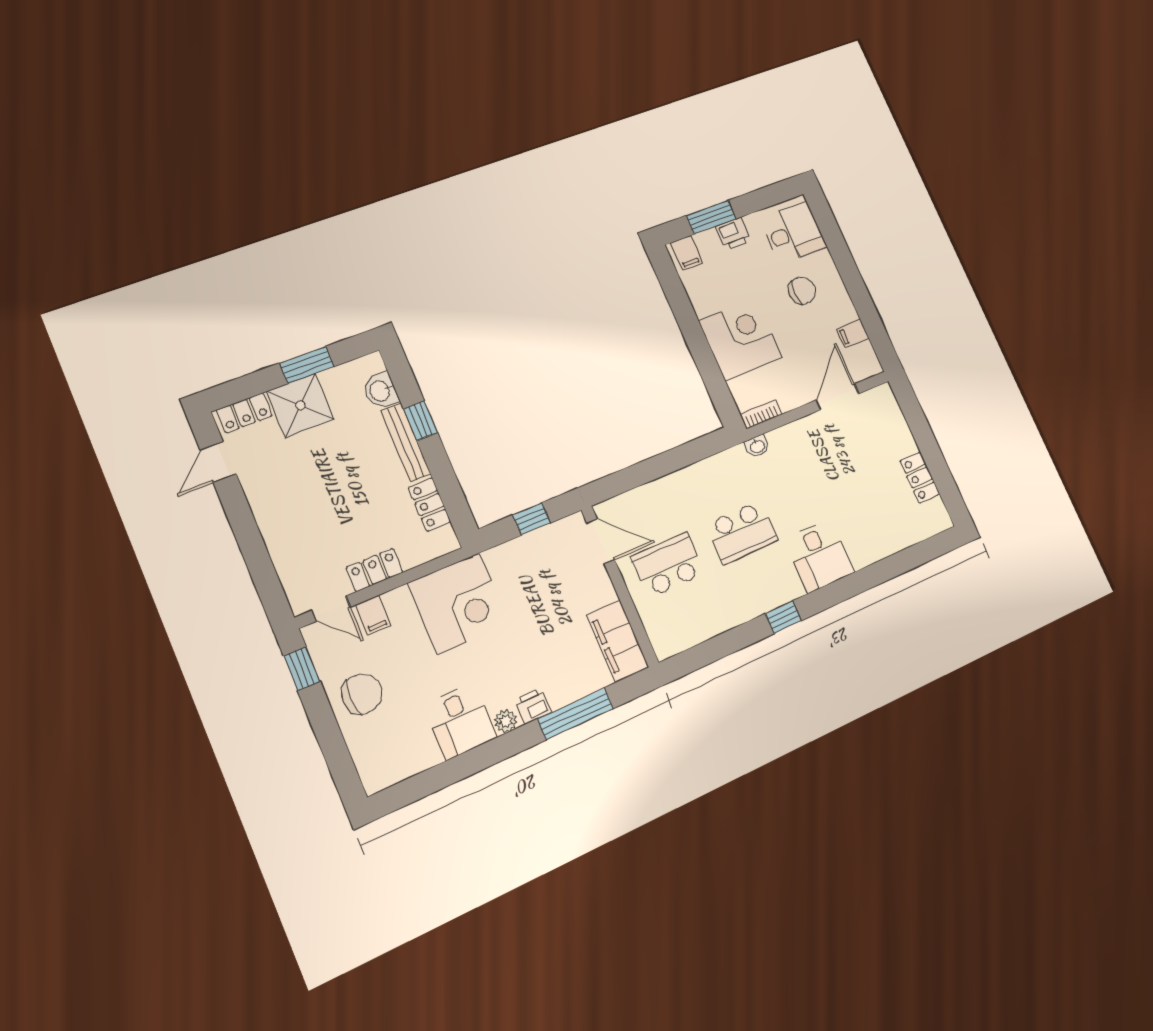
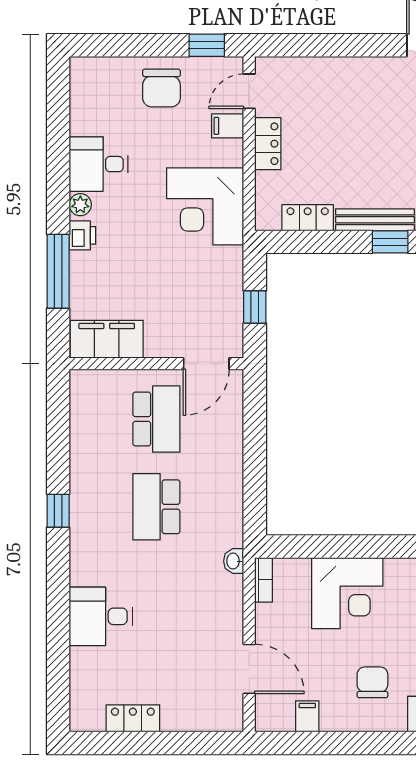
chair: (802, 291) -> (372, 682), turned 180
desk: (819, 556) -> (101, 616), moved

